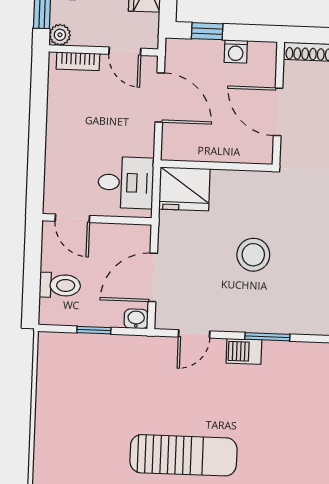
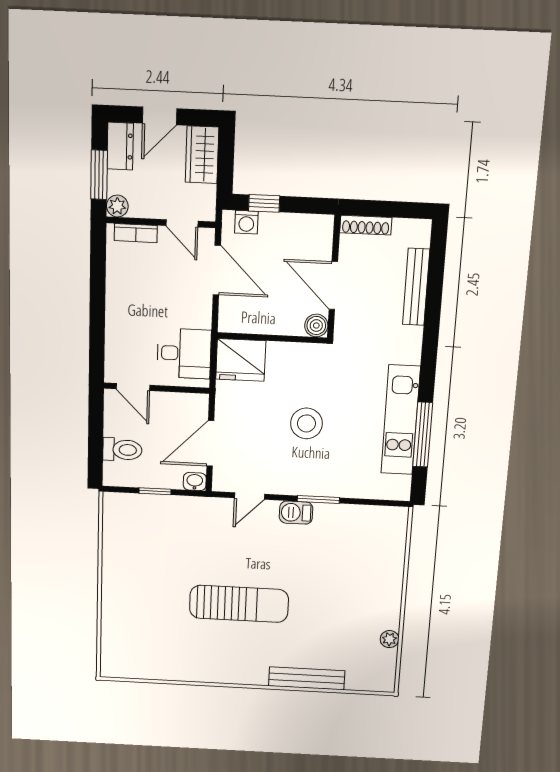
washing machine: (236, 51) -> (246, 222), moved
boiler: (262, 153) -> (316, 326), added

